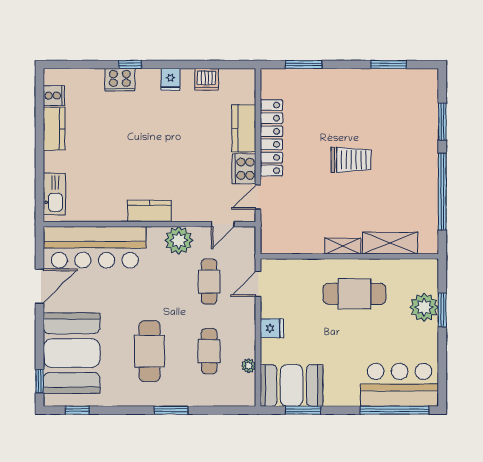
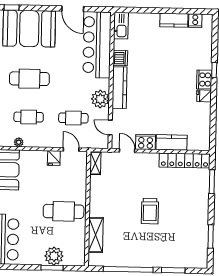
dishwasher: (207, 79) -> (120, 58), moved, turned 180
cooker: (120, 80) -> (204, 79), moved
locker: (271, 138) -> (185, 160), moved
kitchen sink: (54, 194) -> (121, 26), moved, turned -90
kitchen counter: (150, 211) -> (120, 88), width x1.50
shelving: (343, 246) -> (95, 163), moved
cafe table: (354, 294) -> (64, 211), turned 90
fridge: (272, 328) -> (54, 158), moved

